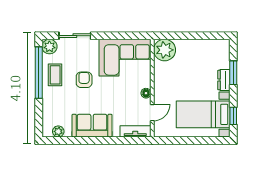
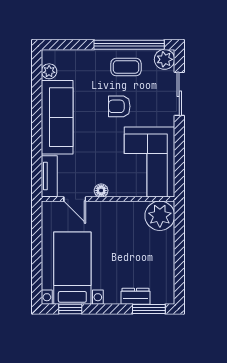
window: (233, 73) -> (149, 309), moved
armchair: (84, 80) -> (119, 106), turned 180
dresser: (224, 80) -> (136, 296), moved
sofa: (92, 126) -> (57, 117), width x1.36

